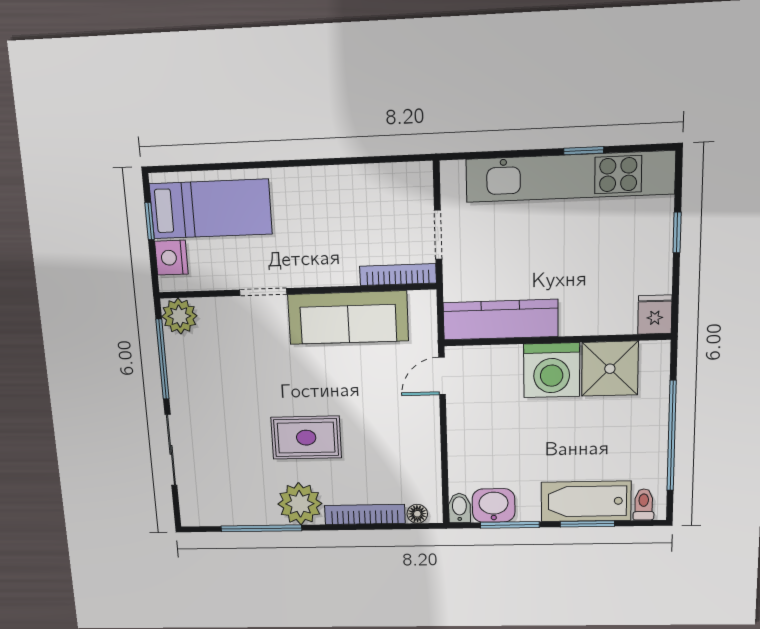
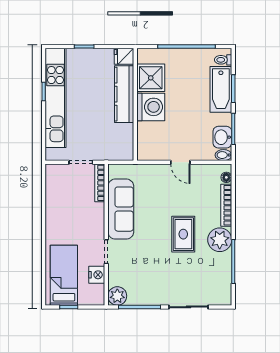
nightstand: (171, 258) -> (97, 275), moved, turned -90
kitchen counter: (501, 320) -> (124, 94), moved
door: (442, 376) -> (180, 162), moved

